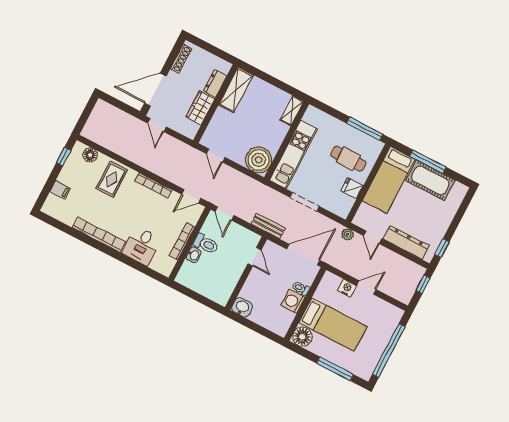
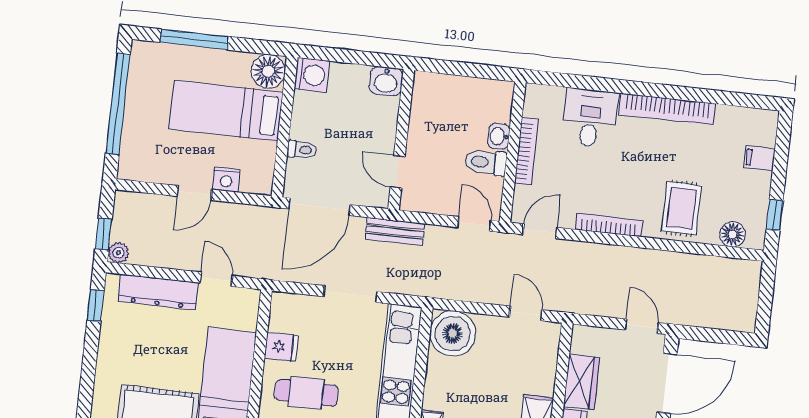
plant: (348, 234) -> (119, 253), moved
washing machine: (293, 301) -> (312, 75), moved

